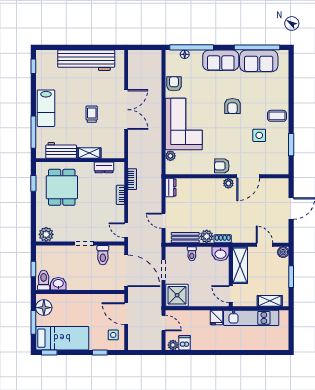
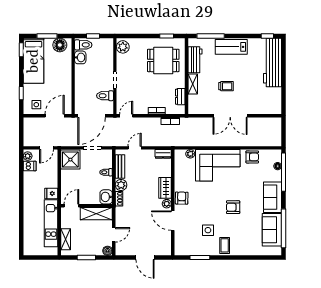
workbench: (86, 60) -> (272, 63), moved
wardrobe: (210, 185) -> (165, 188), added

